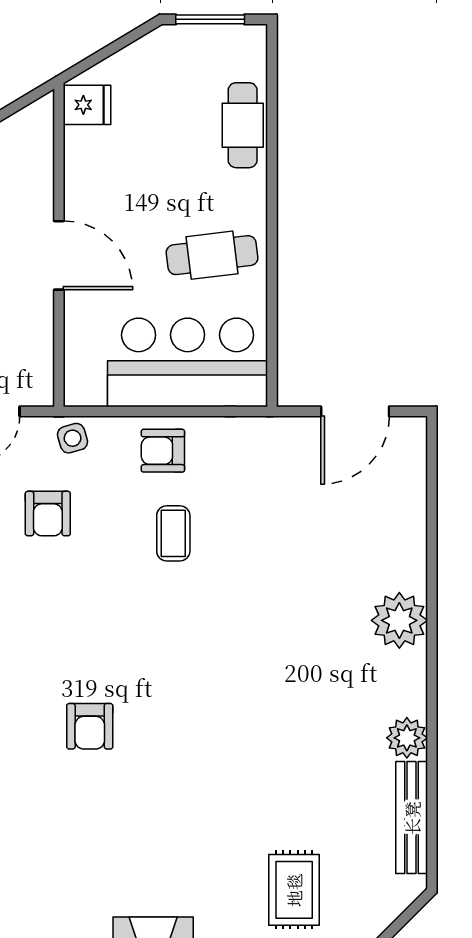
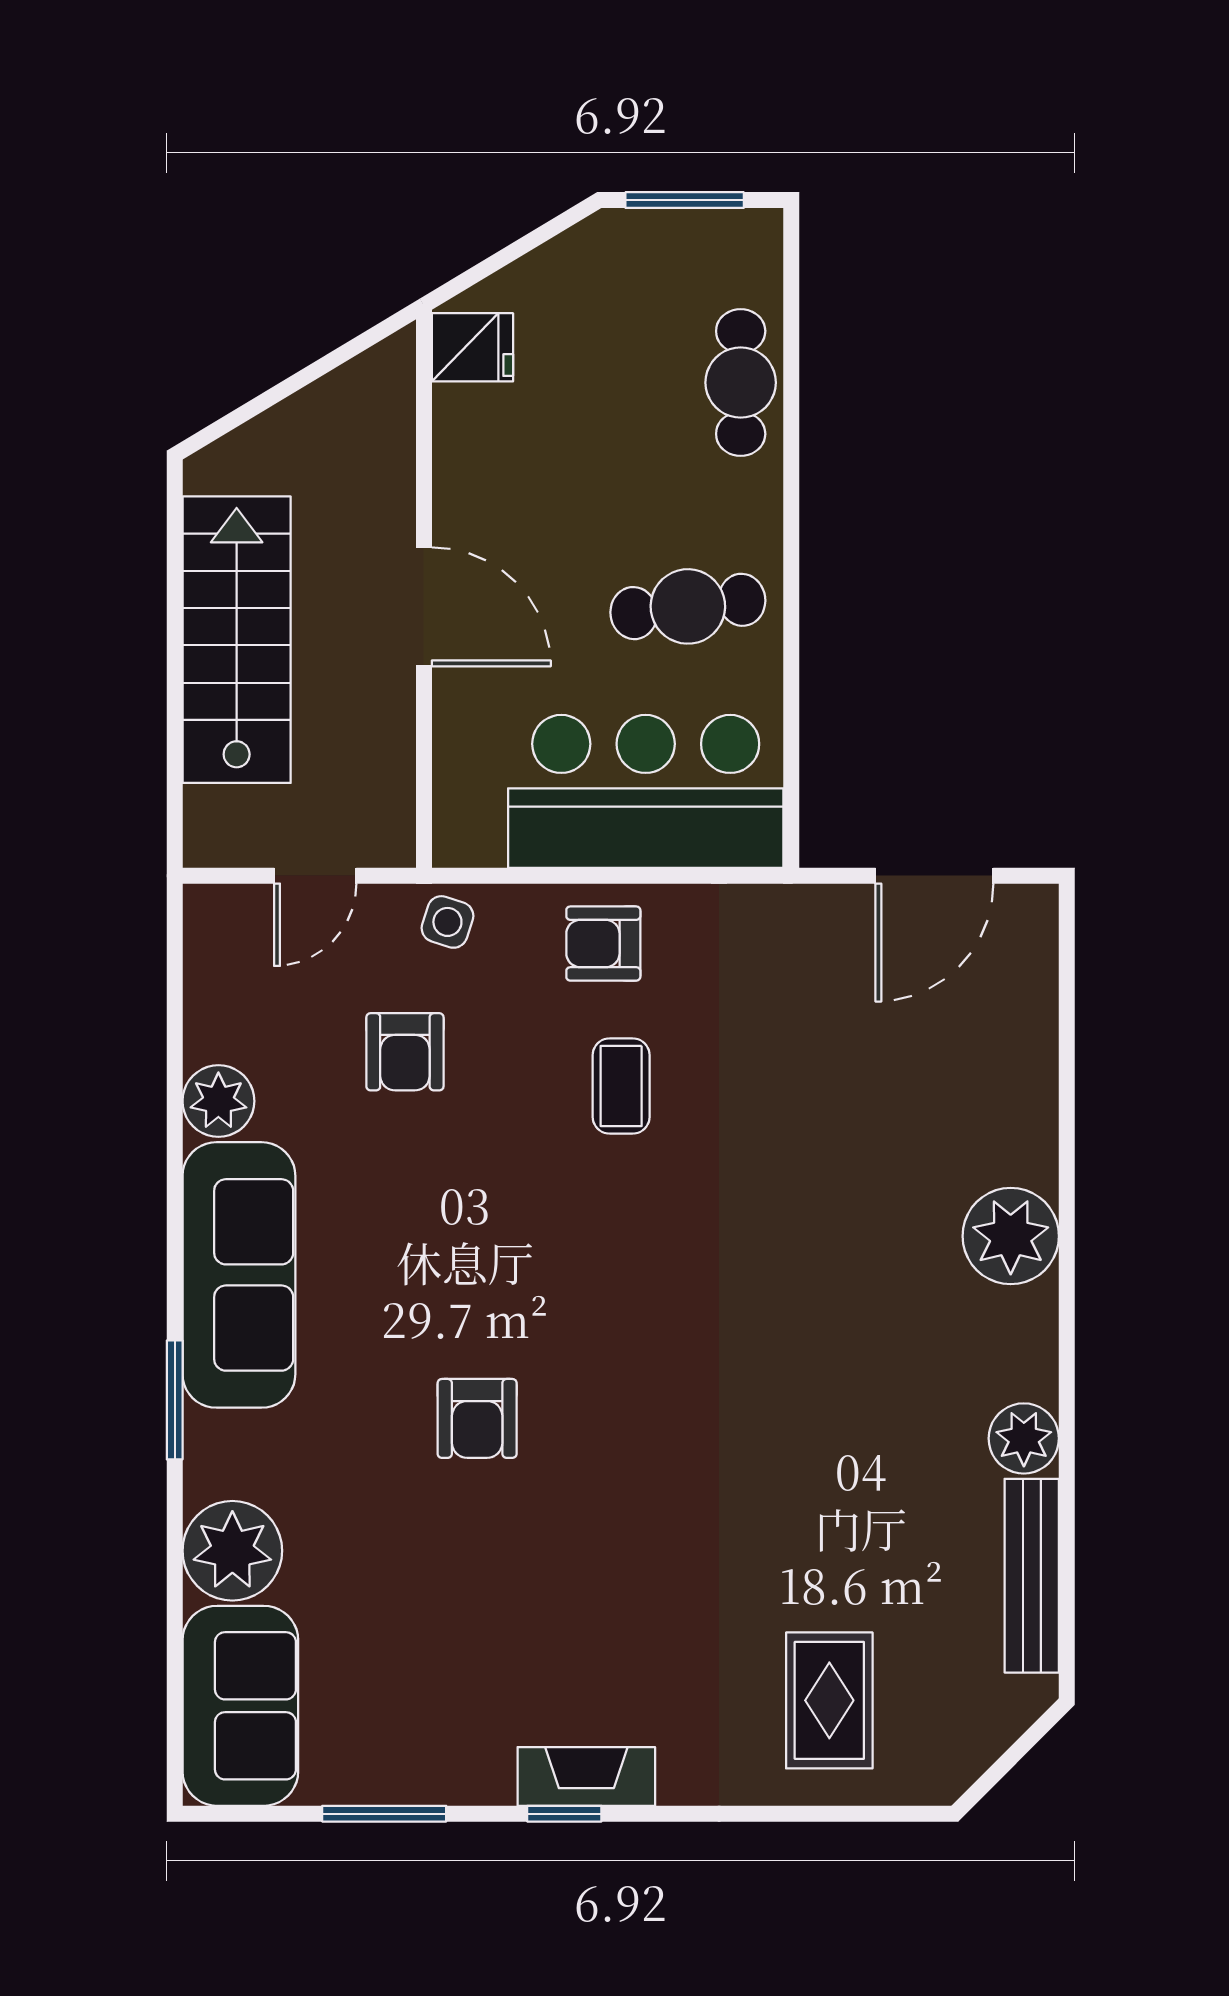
side table: (73, 438) -> (447, 922), turned 34

